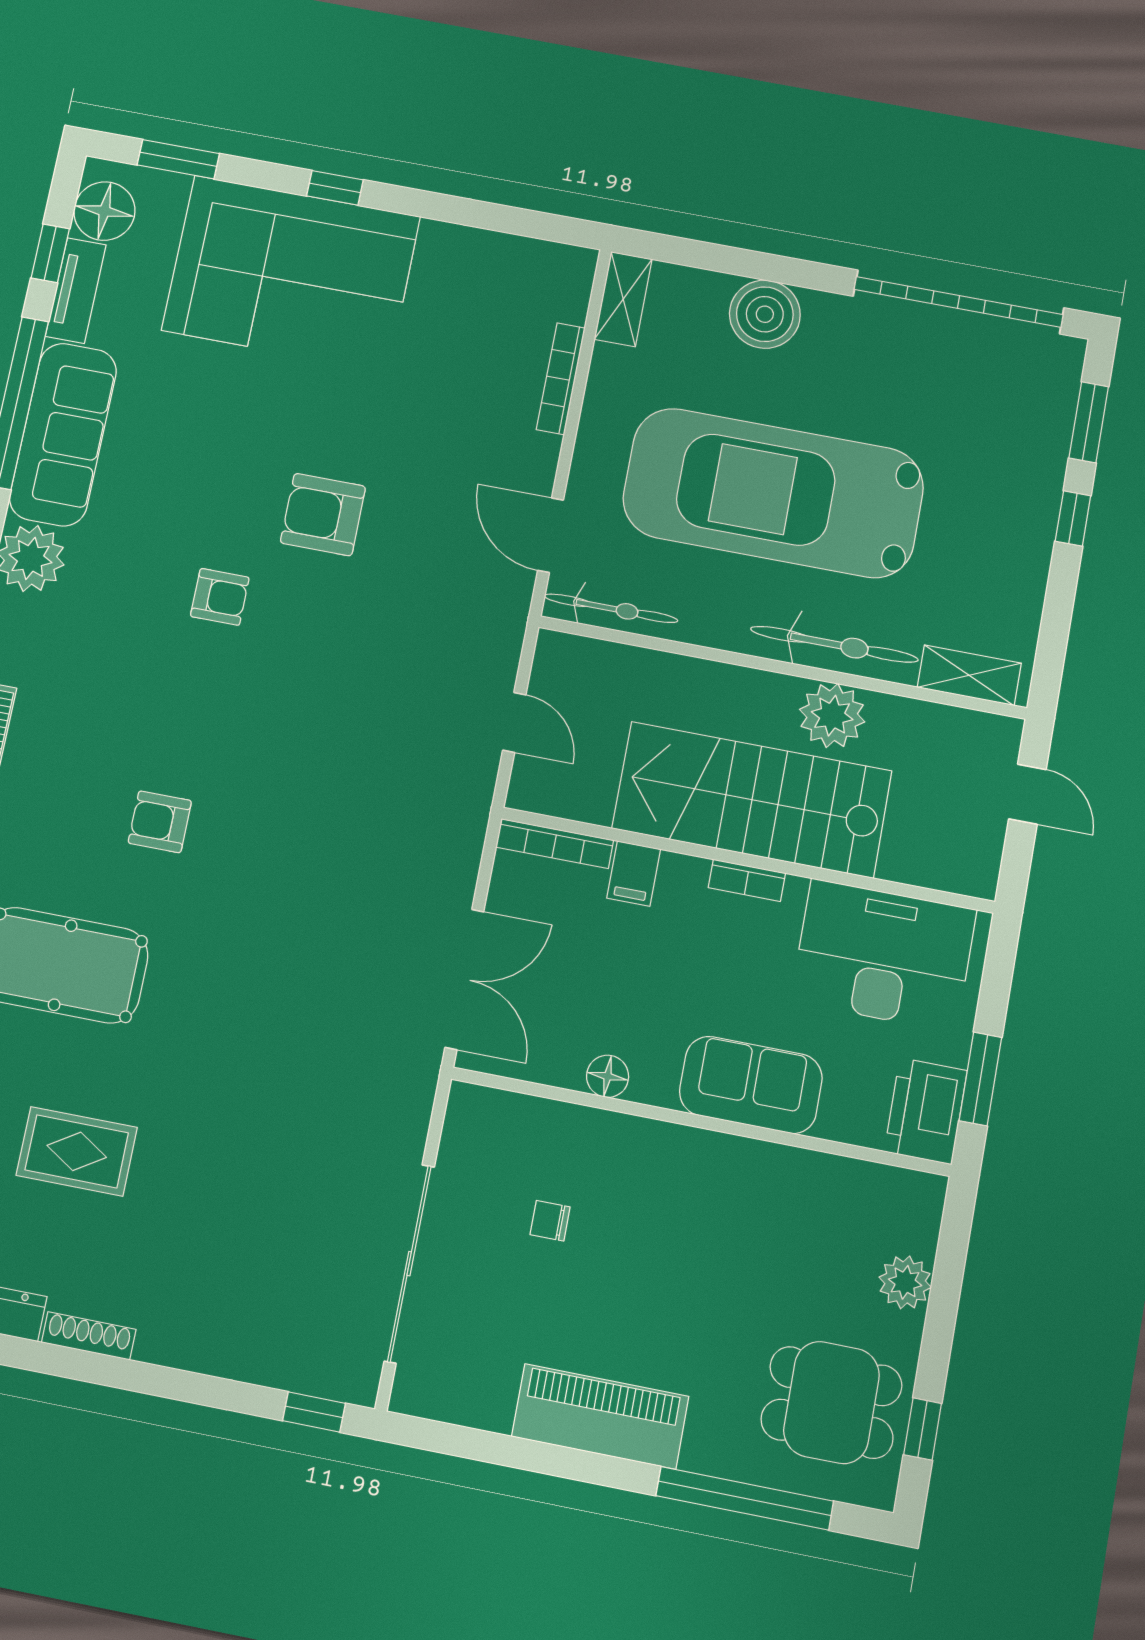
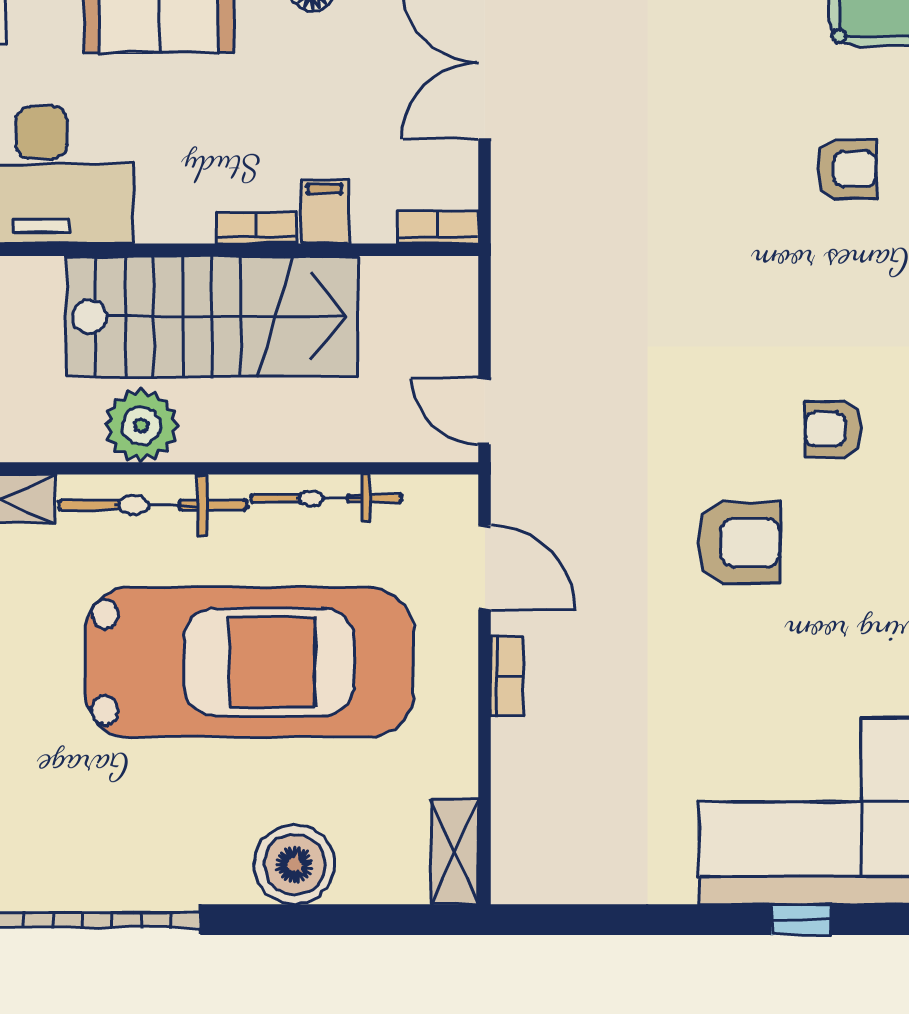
bookcase: (561, 379) -> (507, 676), moved, width x0.64
bicycle: (611, 608) -> (326, 498), moved
door: (514, 722) -> (485, 411), moved
bookcase: (555, 844) -> (438, 228), width x0.64
bookcase: (747, 880) -> (256, 228), moved

